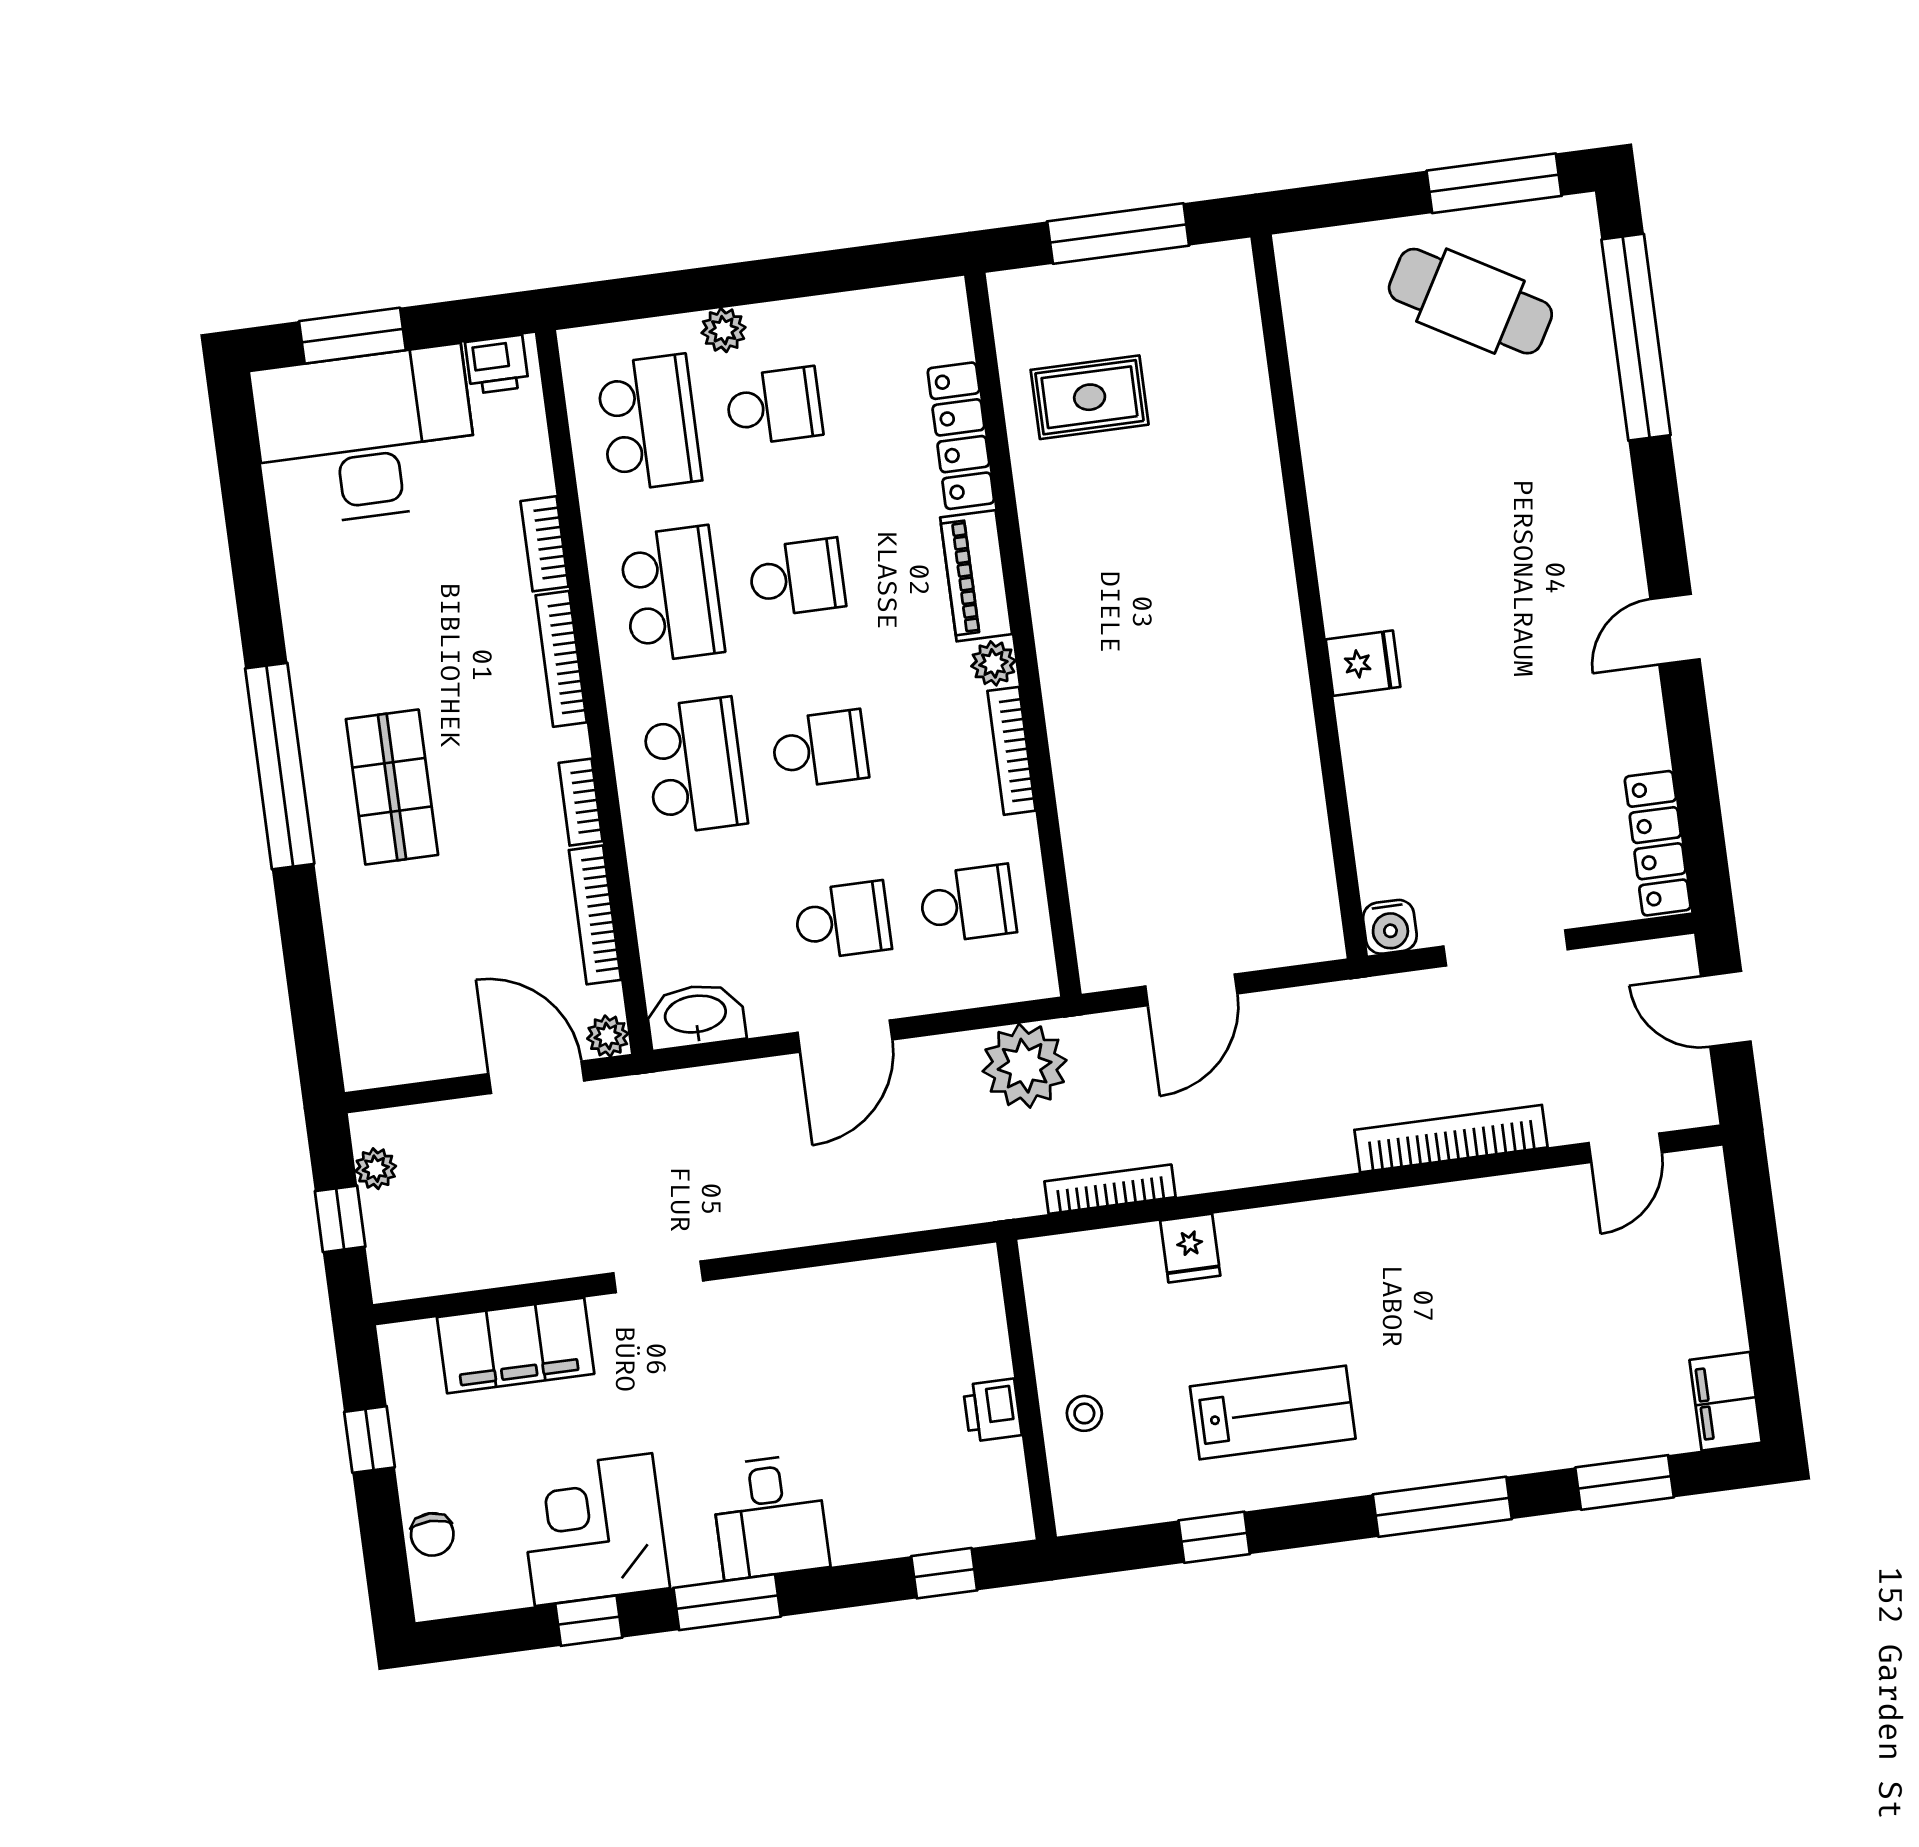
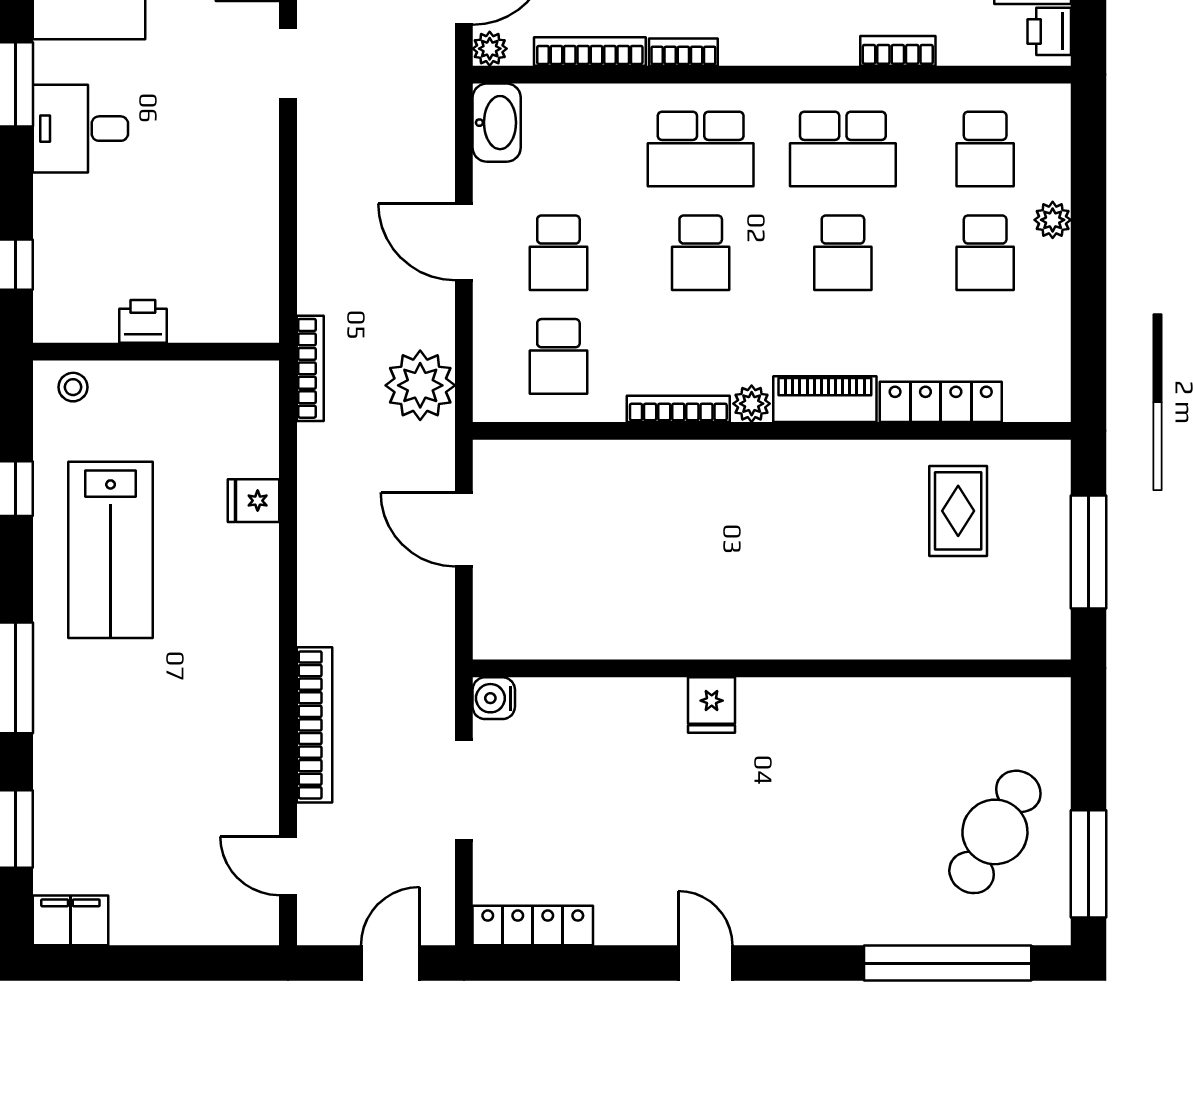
school desk: (649, 423) -> (985, 149), width x0.54
bookcase: (561, 659) -> (802, 52), removed
bookcase: (1110, 1189) -> (310, 368), moved
stool: (1084, 1413) -> (73, 387), moved
lab bench: (1273, 1413) -> (111, 550), width x1.36, depth x1.39

